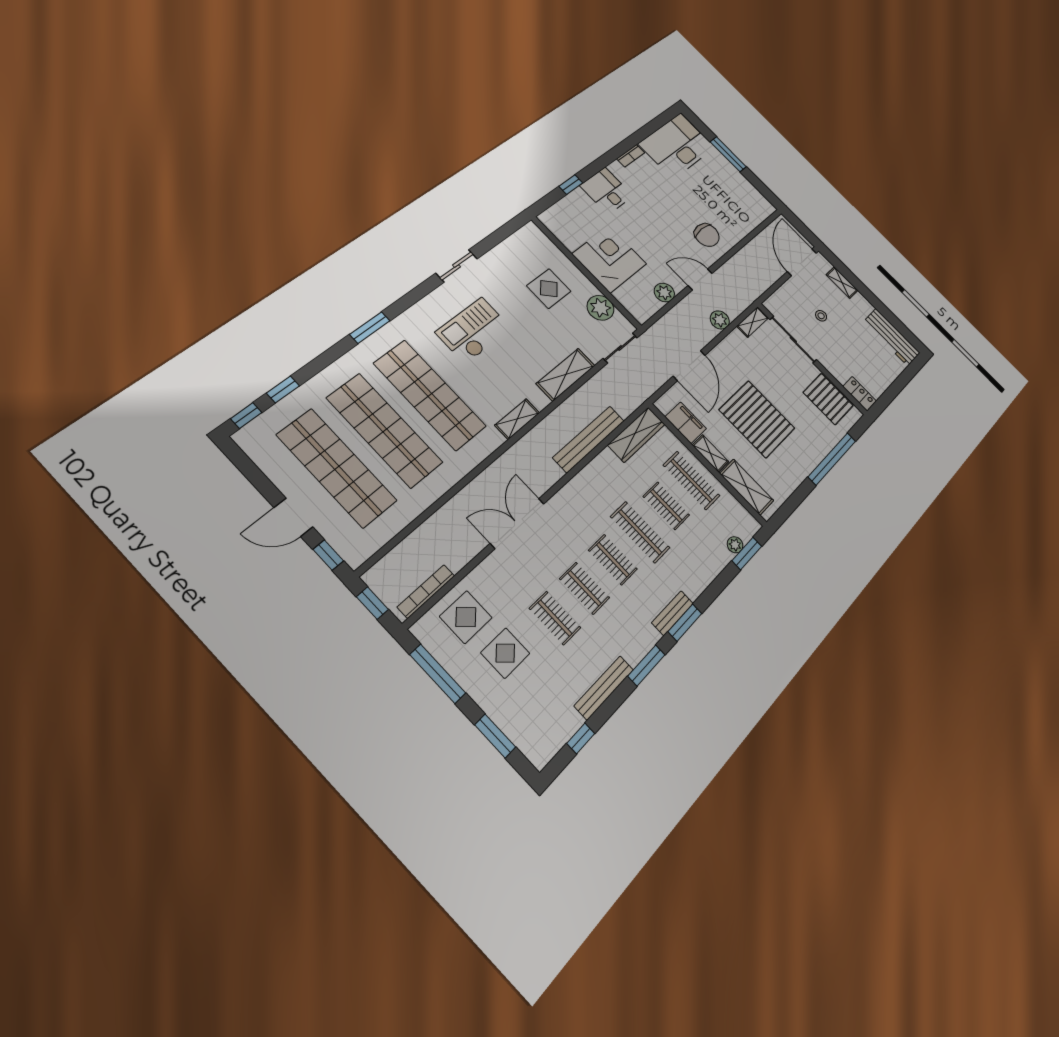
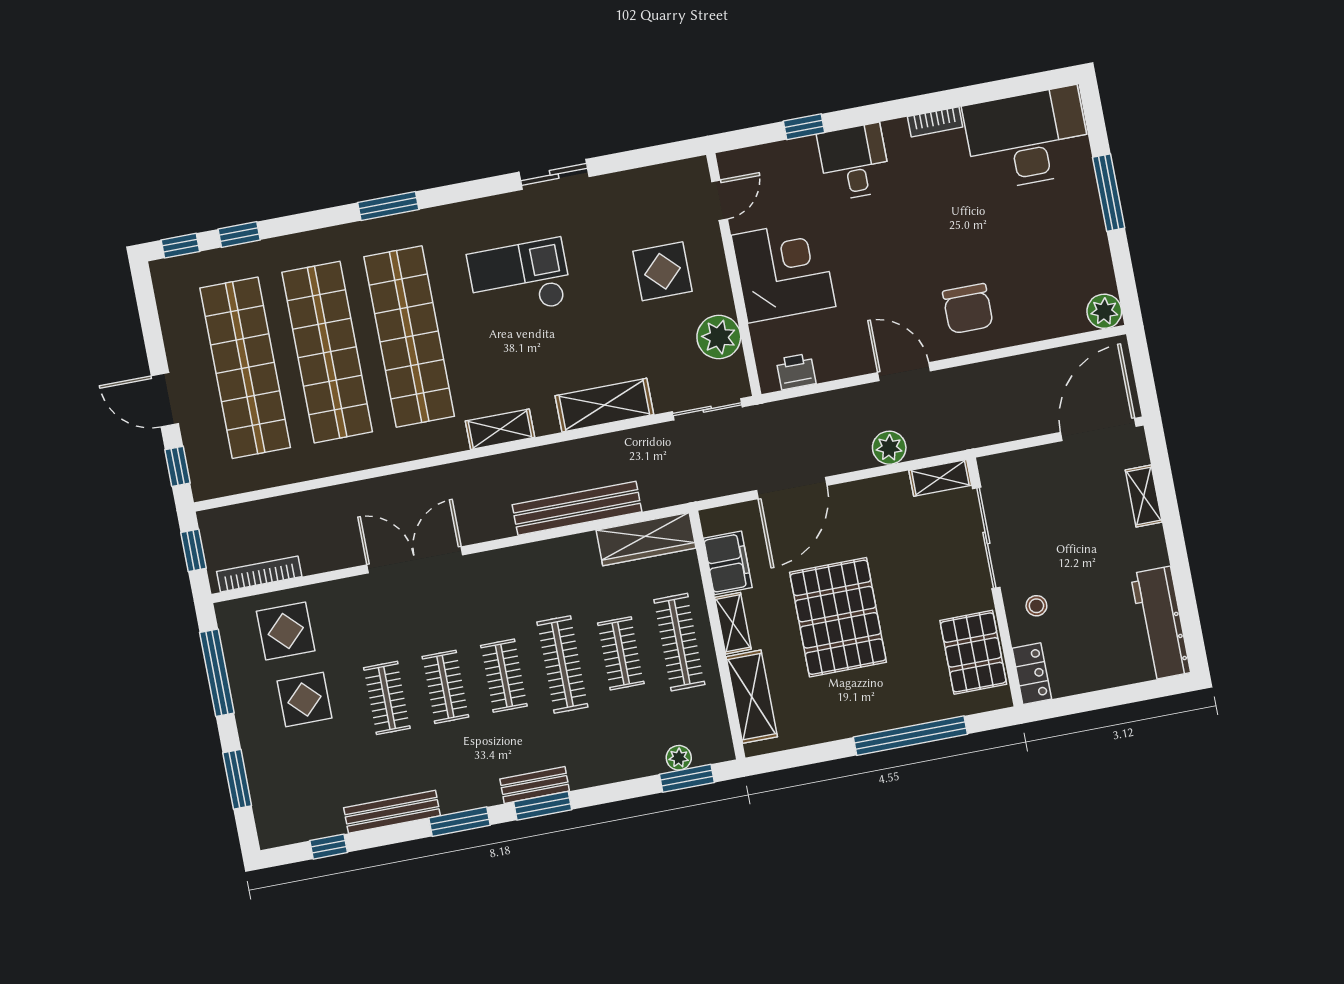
door: (554, 239) -> (720, 200), added
plant: (664, 293) -> (1104, 311), moved
printer: (650, 306) -> (796, 371), added
stool: (821, 316) -> (1036, 606), moved

